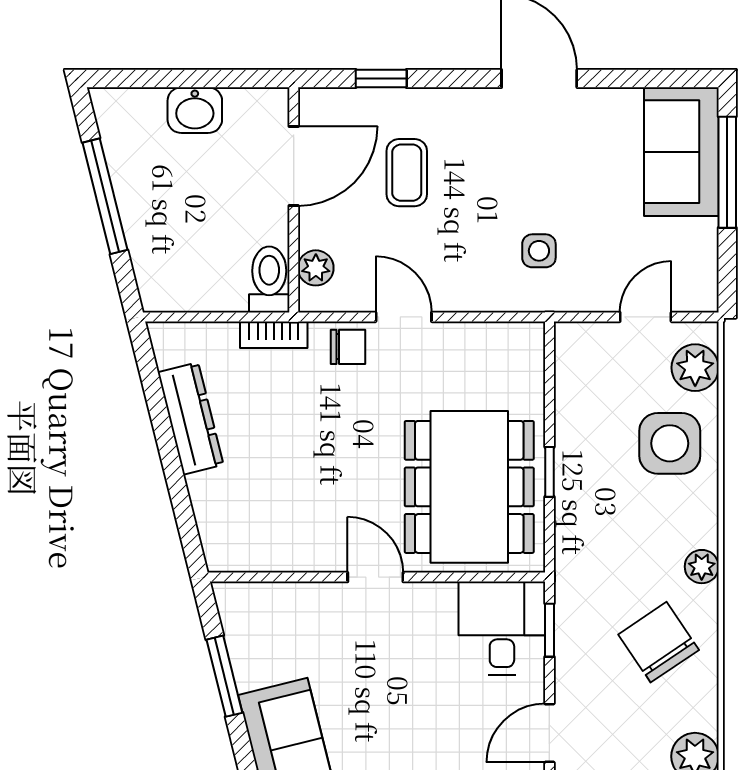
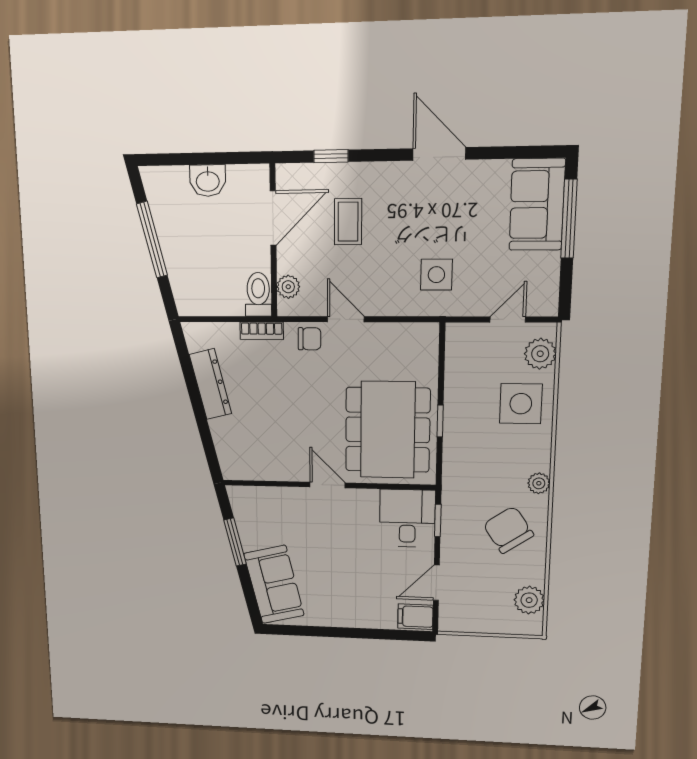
side table: (539, 251) -> (436, 275), width x1.37, depth x1.37

